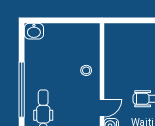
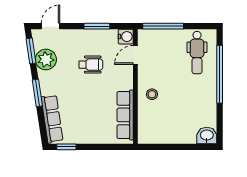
row of seats: (112, 51) -> (125, 115), added

